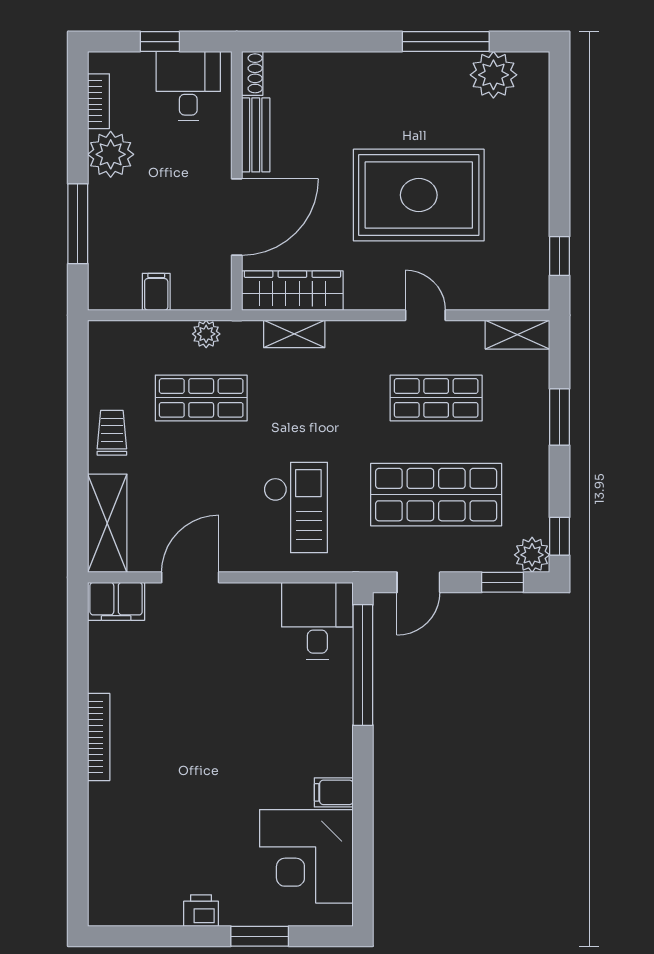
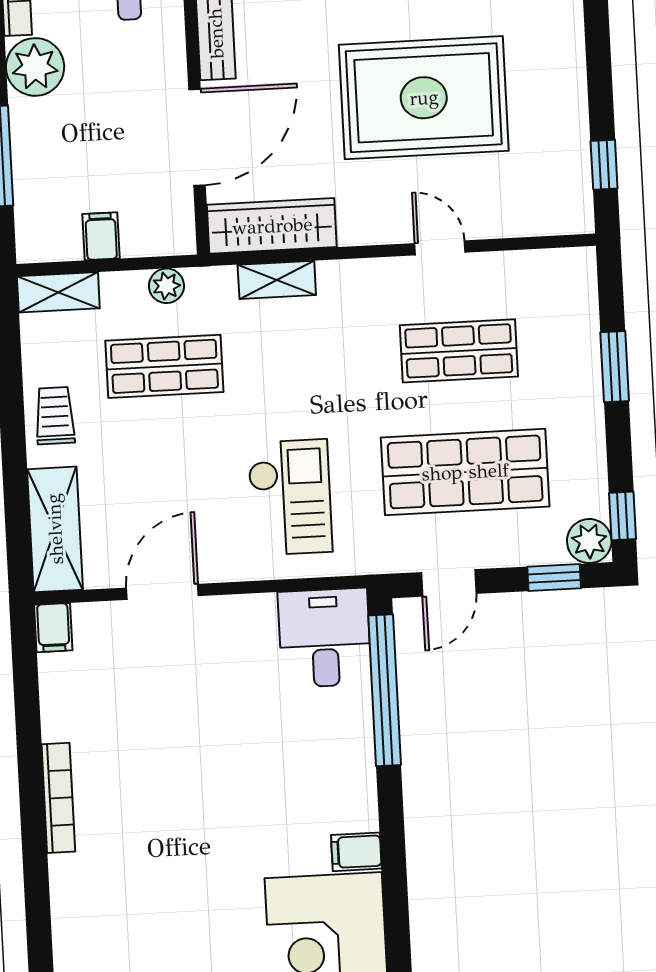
shelving: (517, 335) -> (58, 292), moved
filing cabinet: (116, 601) -> (53, 628), width x0.50

